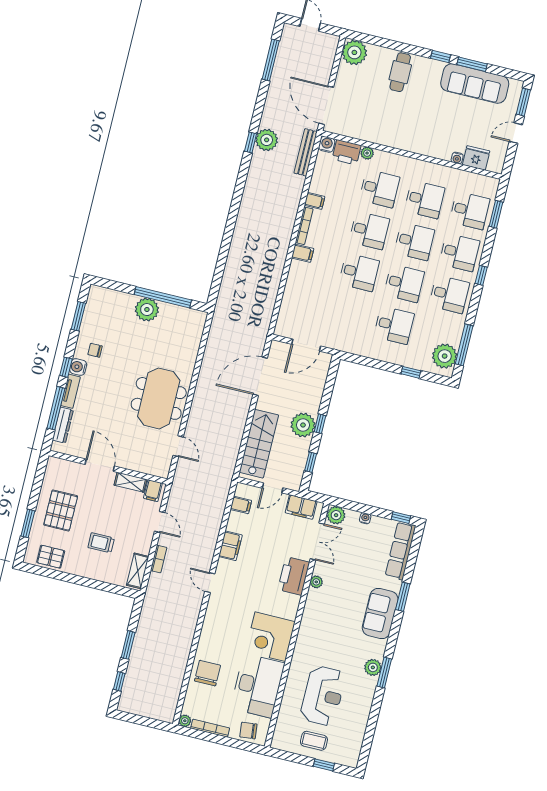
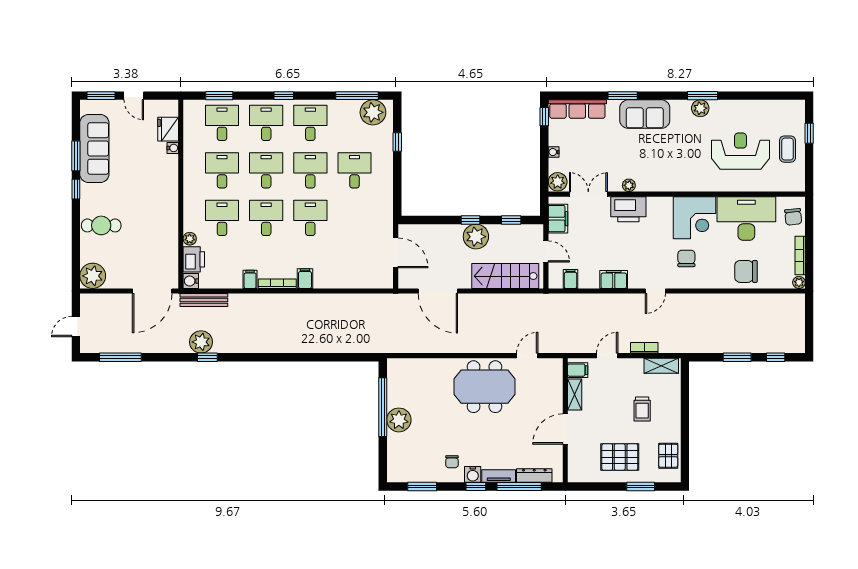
chair: (234, 620) -> (686, 258), added

